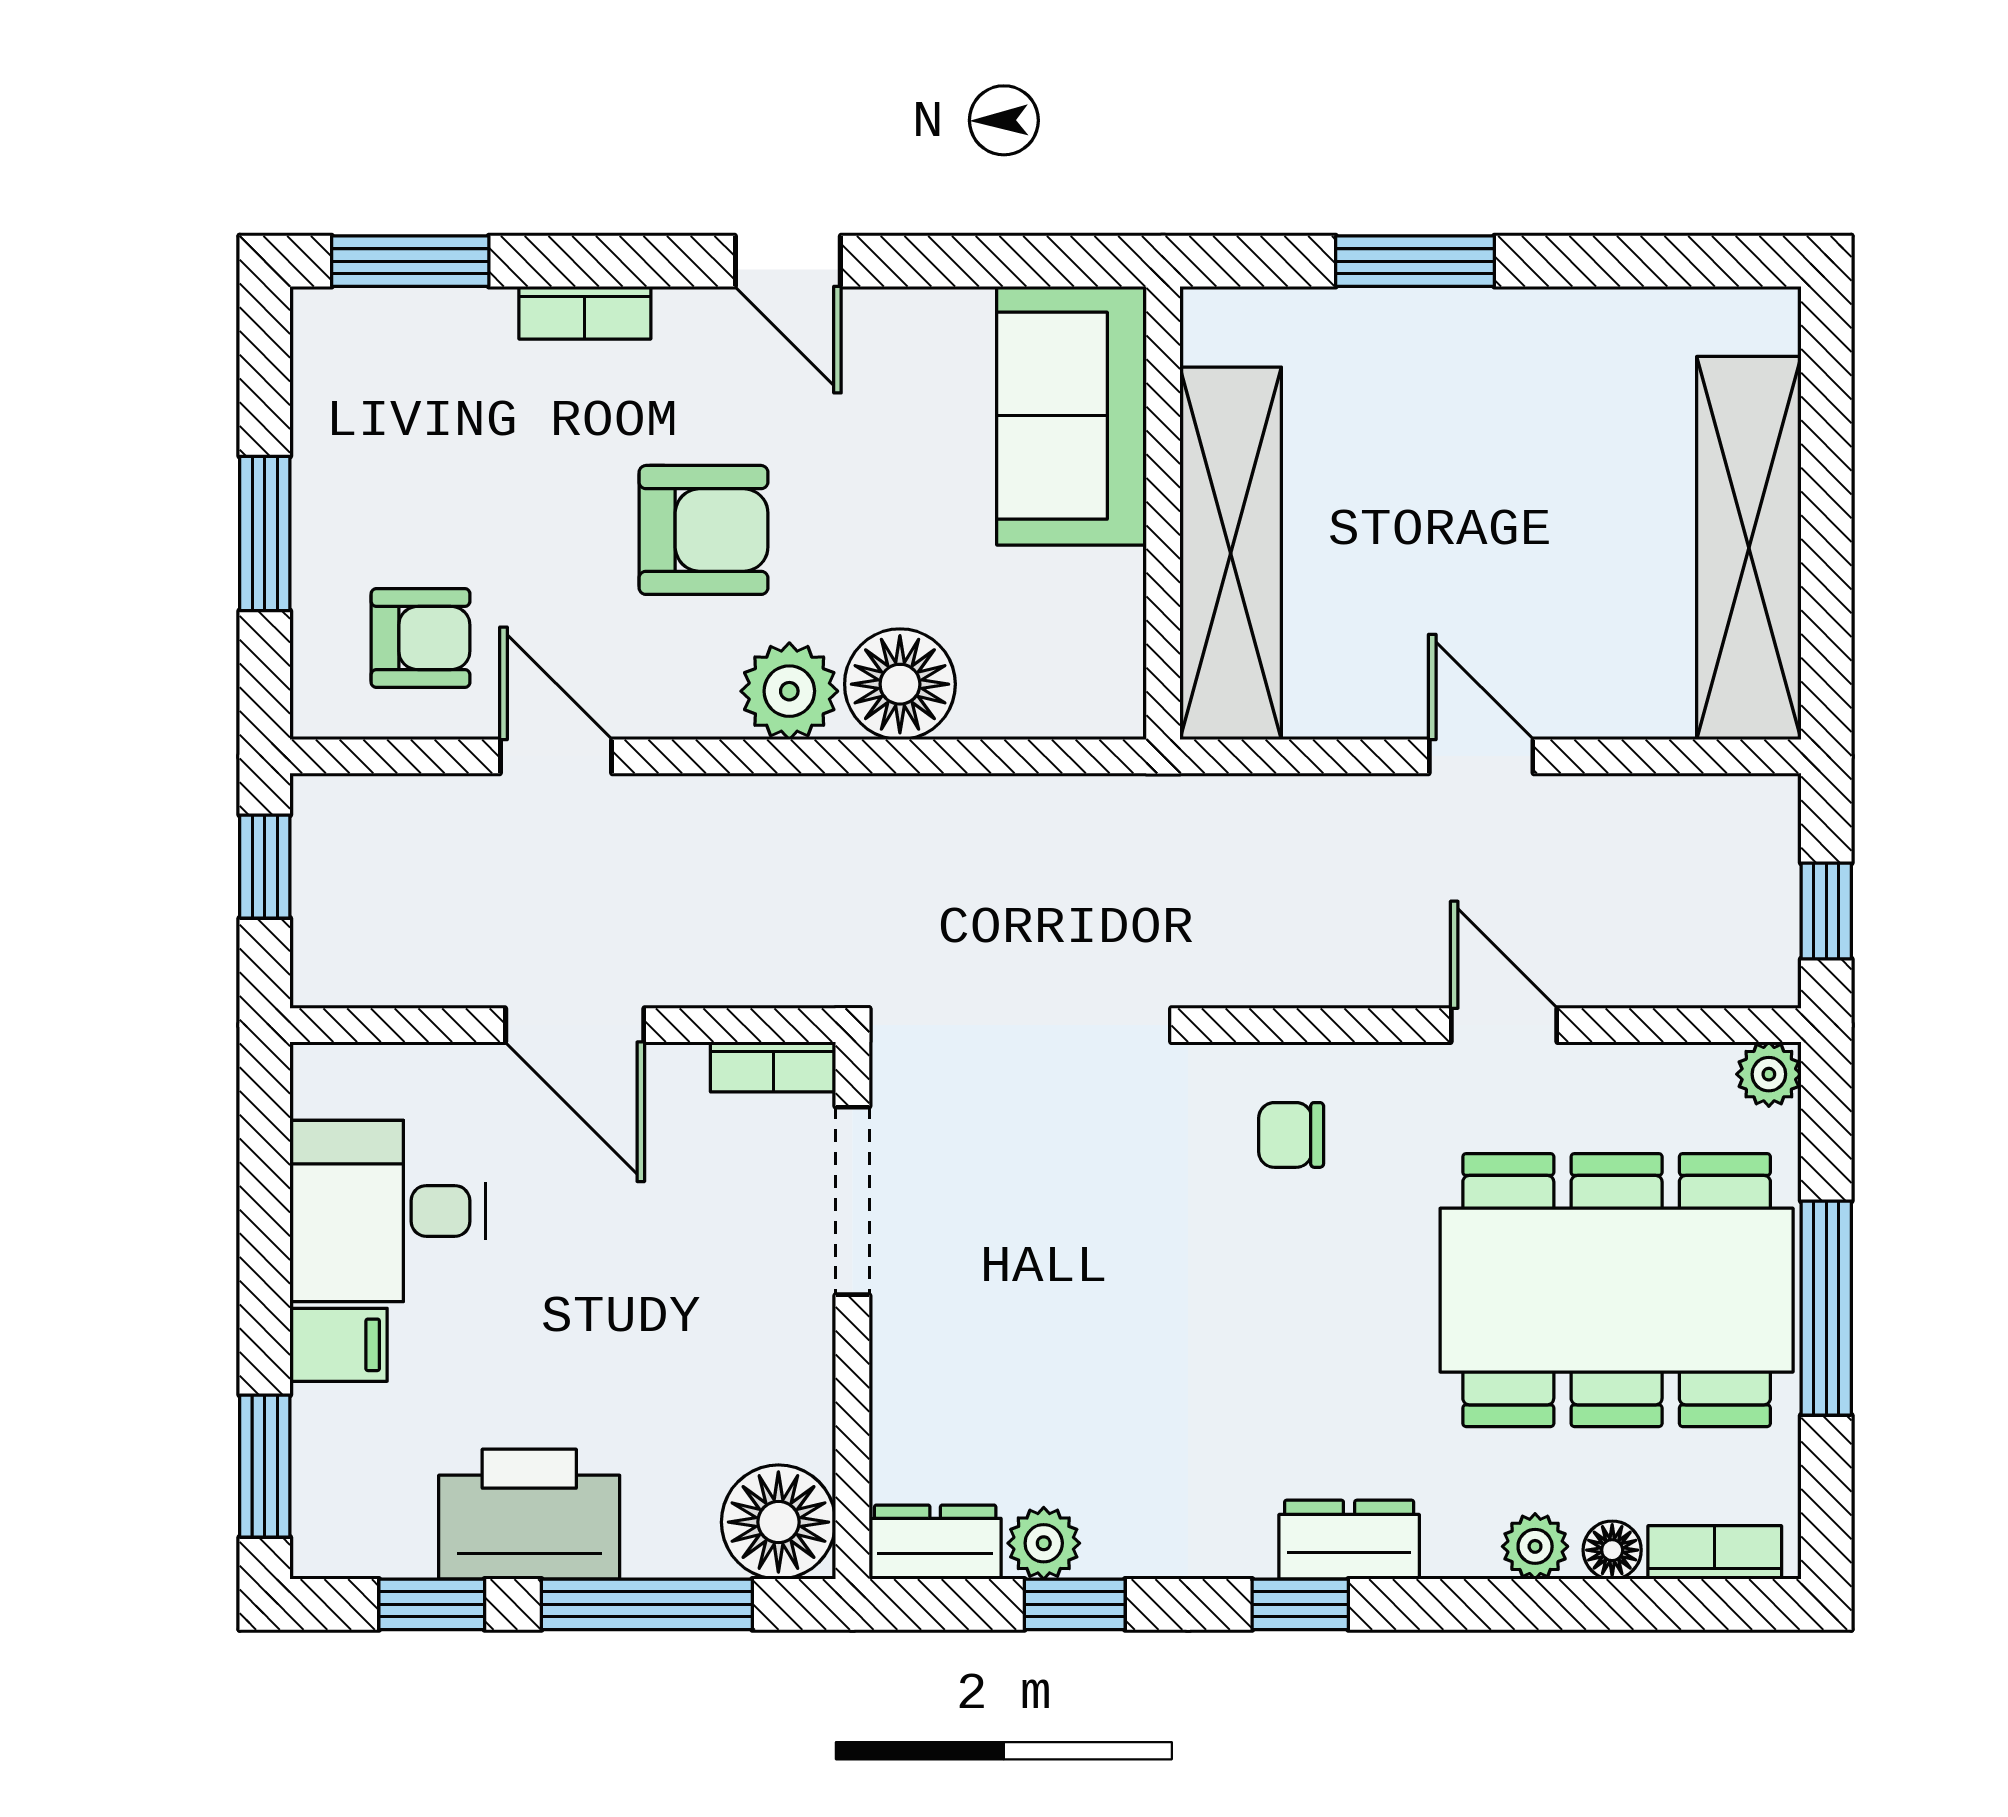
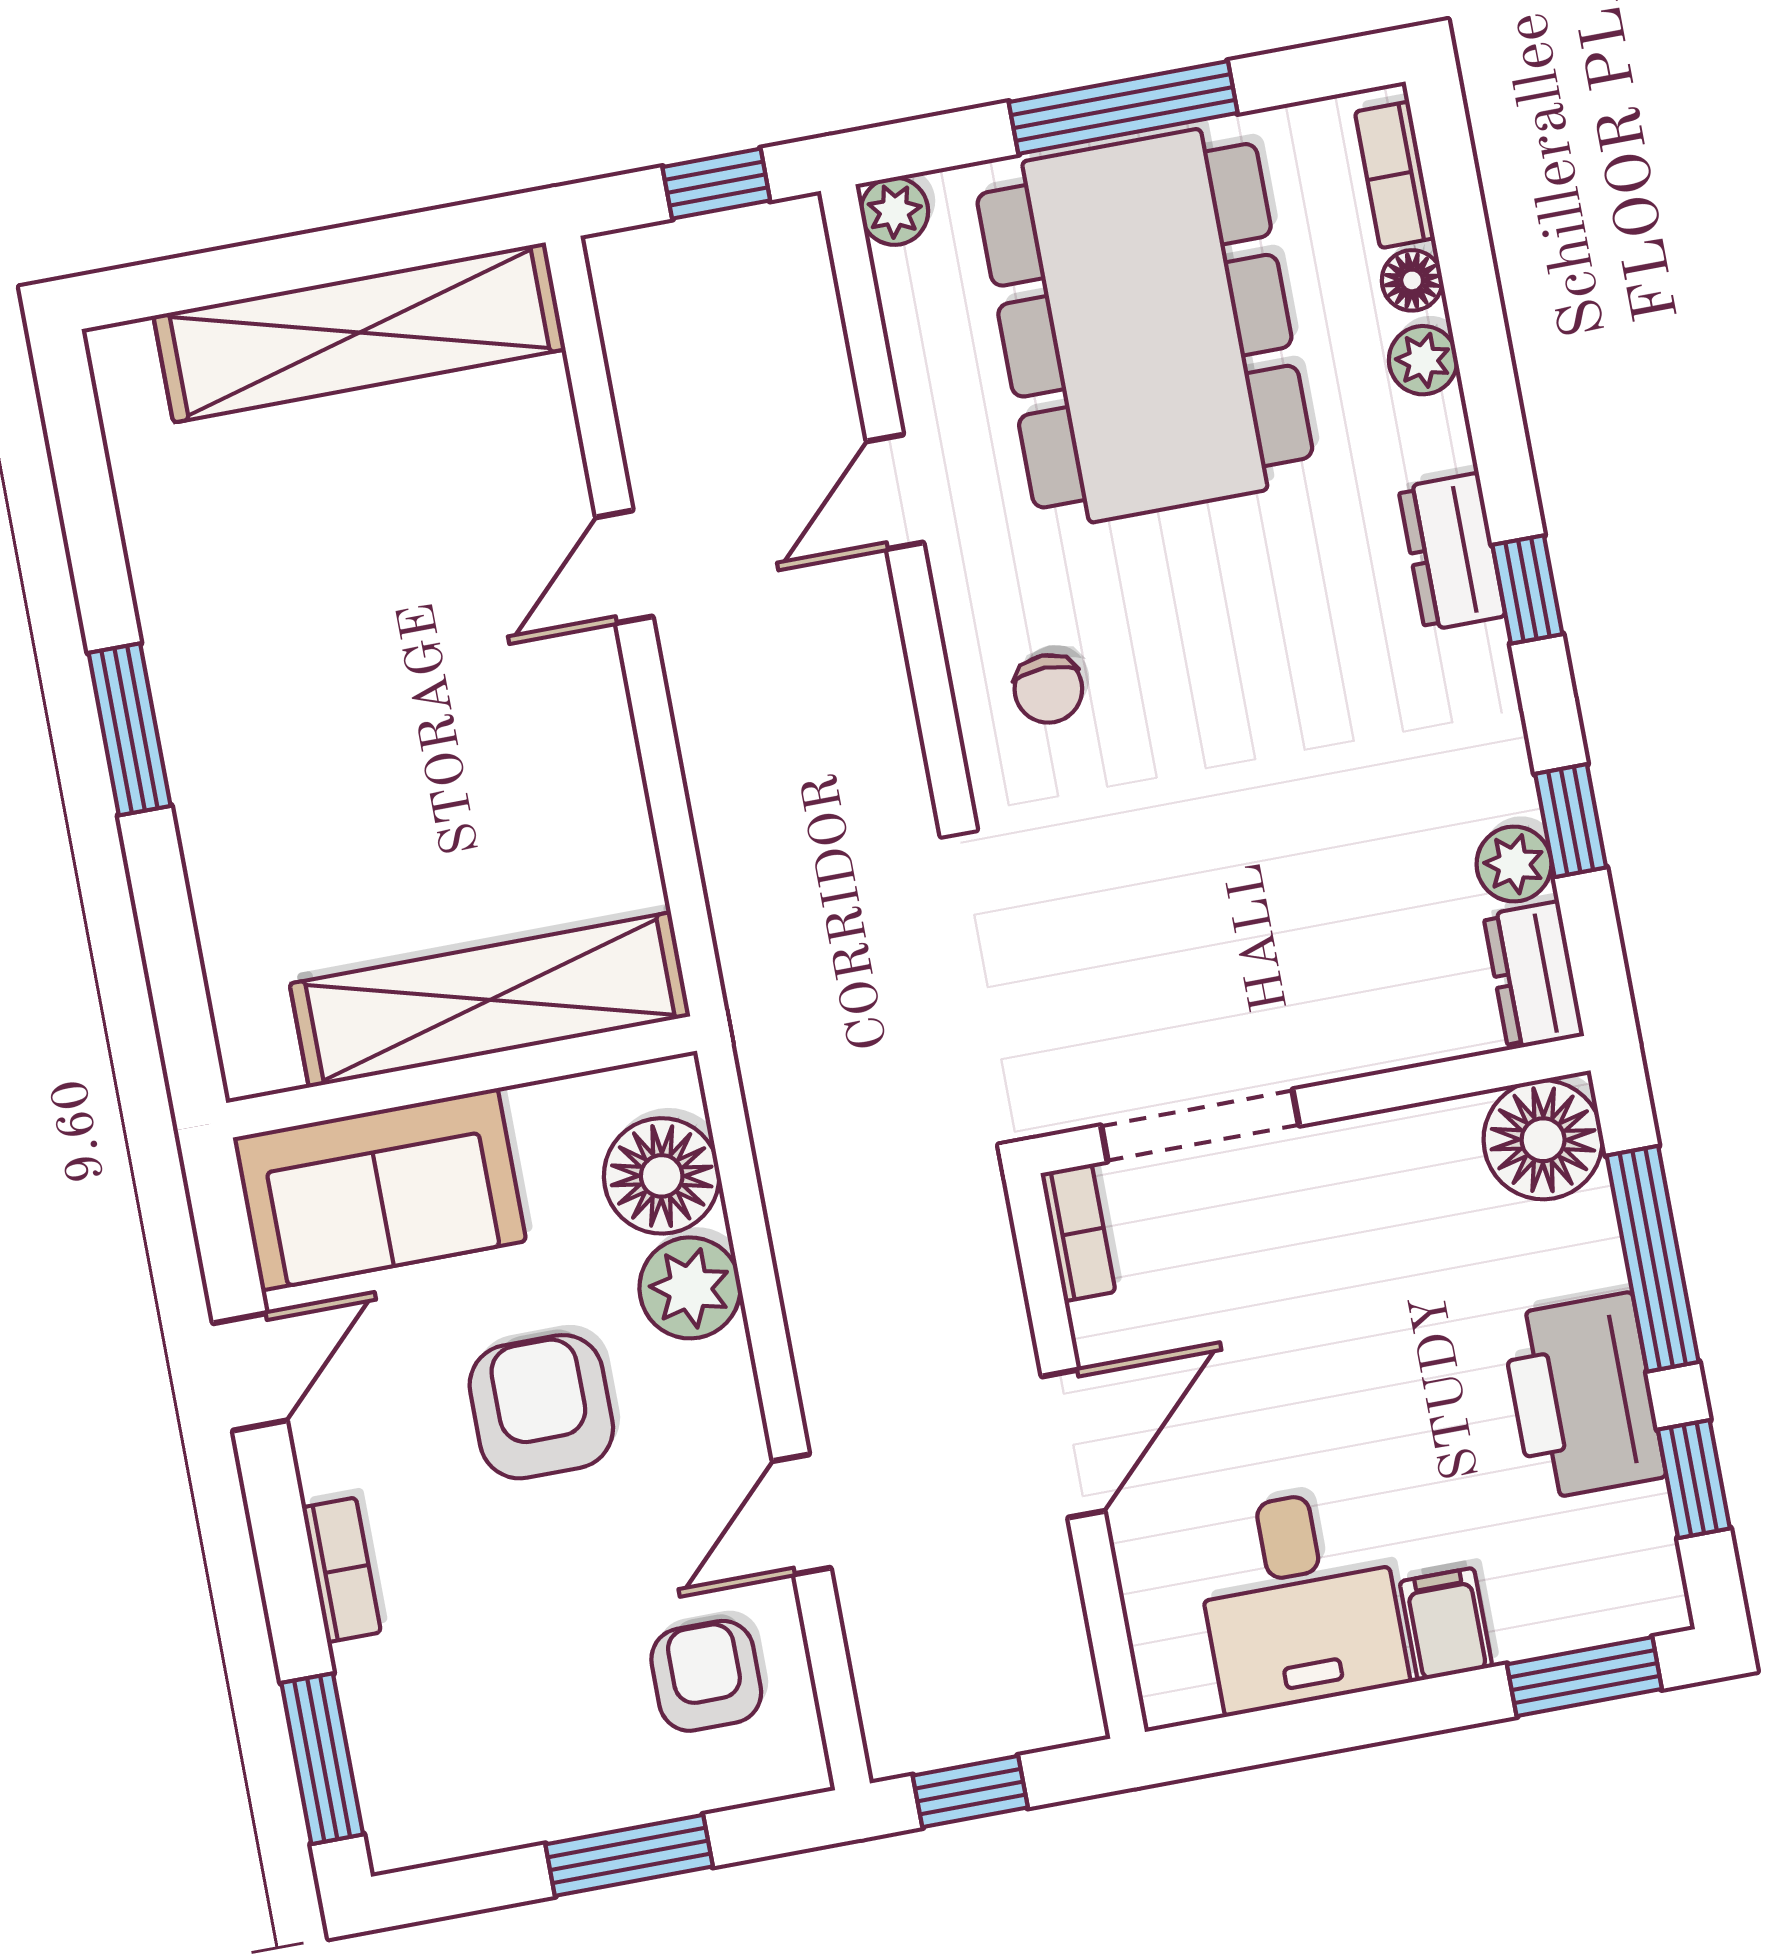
sofa: (1071, 416) -> (379, 1189), moved
wall: (1163, 513) -> (462, 1077), moved
shelving: (1231, 553) -> (490, 1000), moved

